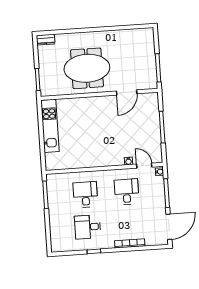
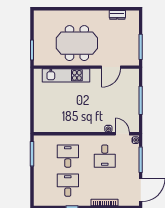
dresser: (46, 40) -> (117, 15), moved
kitchen unit: (50, 126) -> (66, 75), moved, turned 90
desk: (127, 192) -> (105, 156), turned 180
desk: (88, 227) -> (68, 185), turned 90

